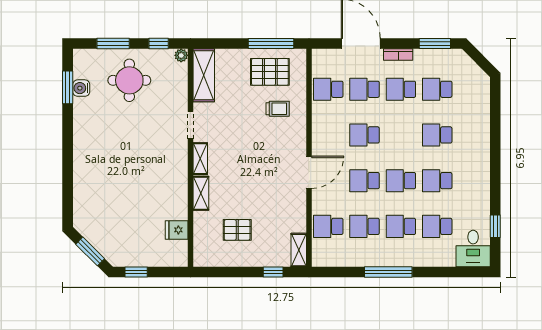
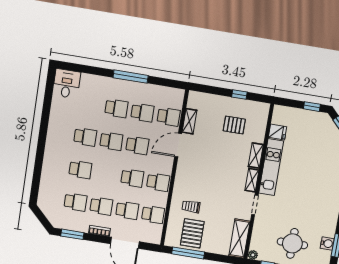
pallet: (270, 72) -> (192, 233), turned 90
door: (309, 172) -> (178, 145), moved
kitchen unit: (177, 181) -> (271, 167), added
school desk: (437, 226) -> (158, 182), moved
window: (495, 226) -> (48, 97), removed
shelving: (299, 250) -> (189, 121), moved
window: (273, 272) -> (239, 95), moved

